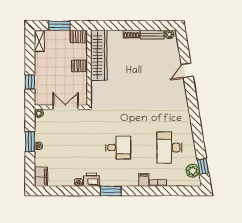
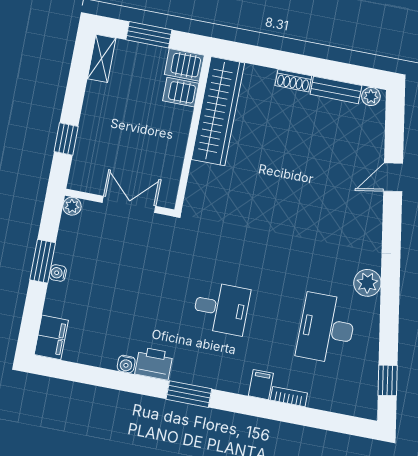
server rack: (80, 66) -> (181, 92), moved
plant: (192, 171) -> (367, 283), moved

